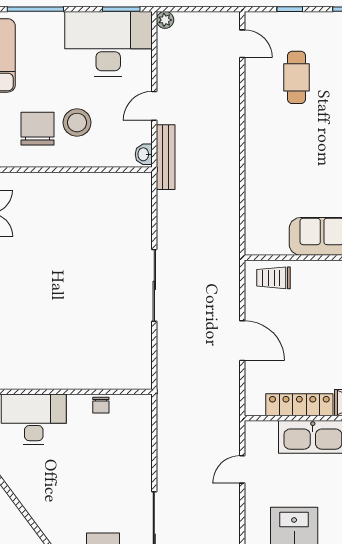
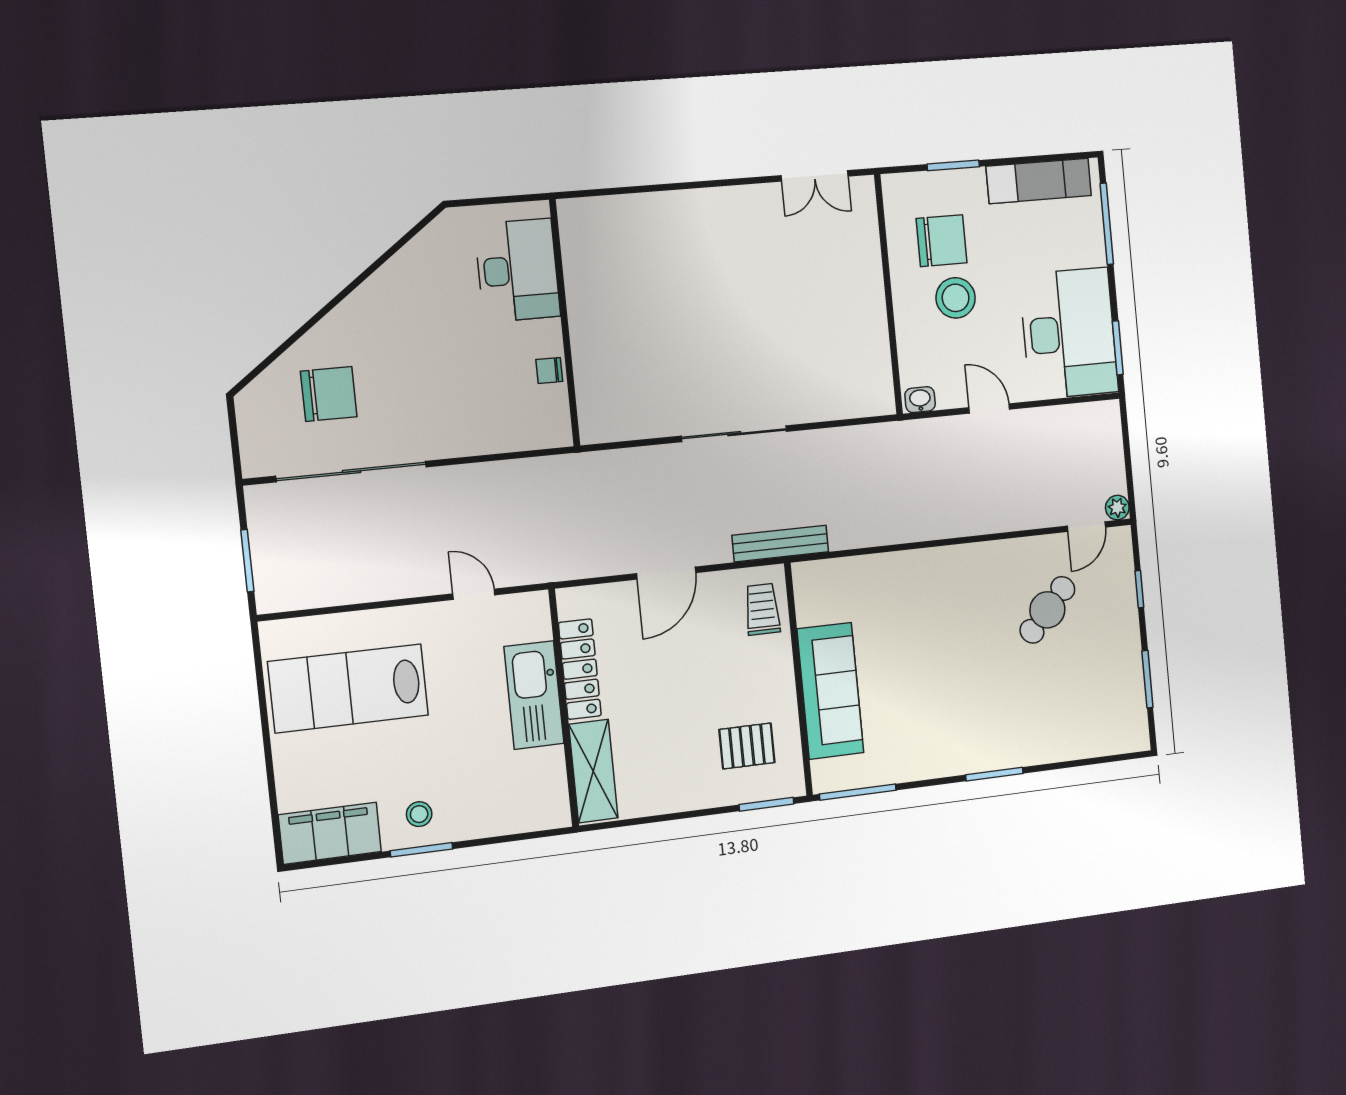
plant: (165, 20) -> (1117, 508), moved
cafe table: (297, 77) -> (1047, 610), turned -47
bench: (166, 157) -> (780, 544), moved

